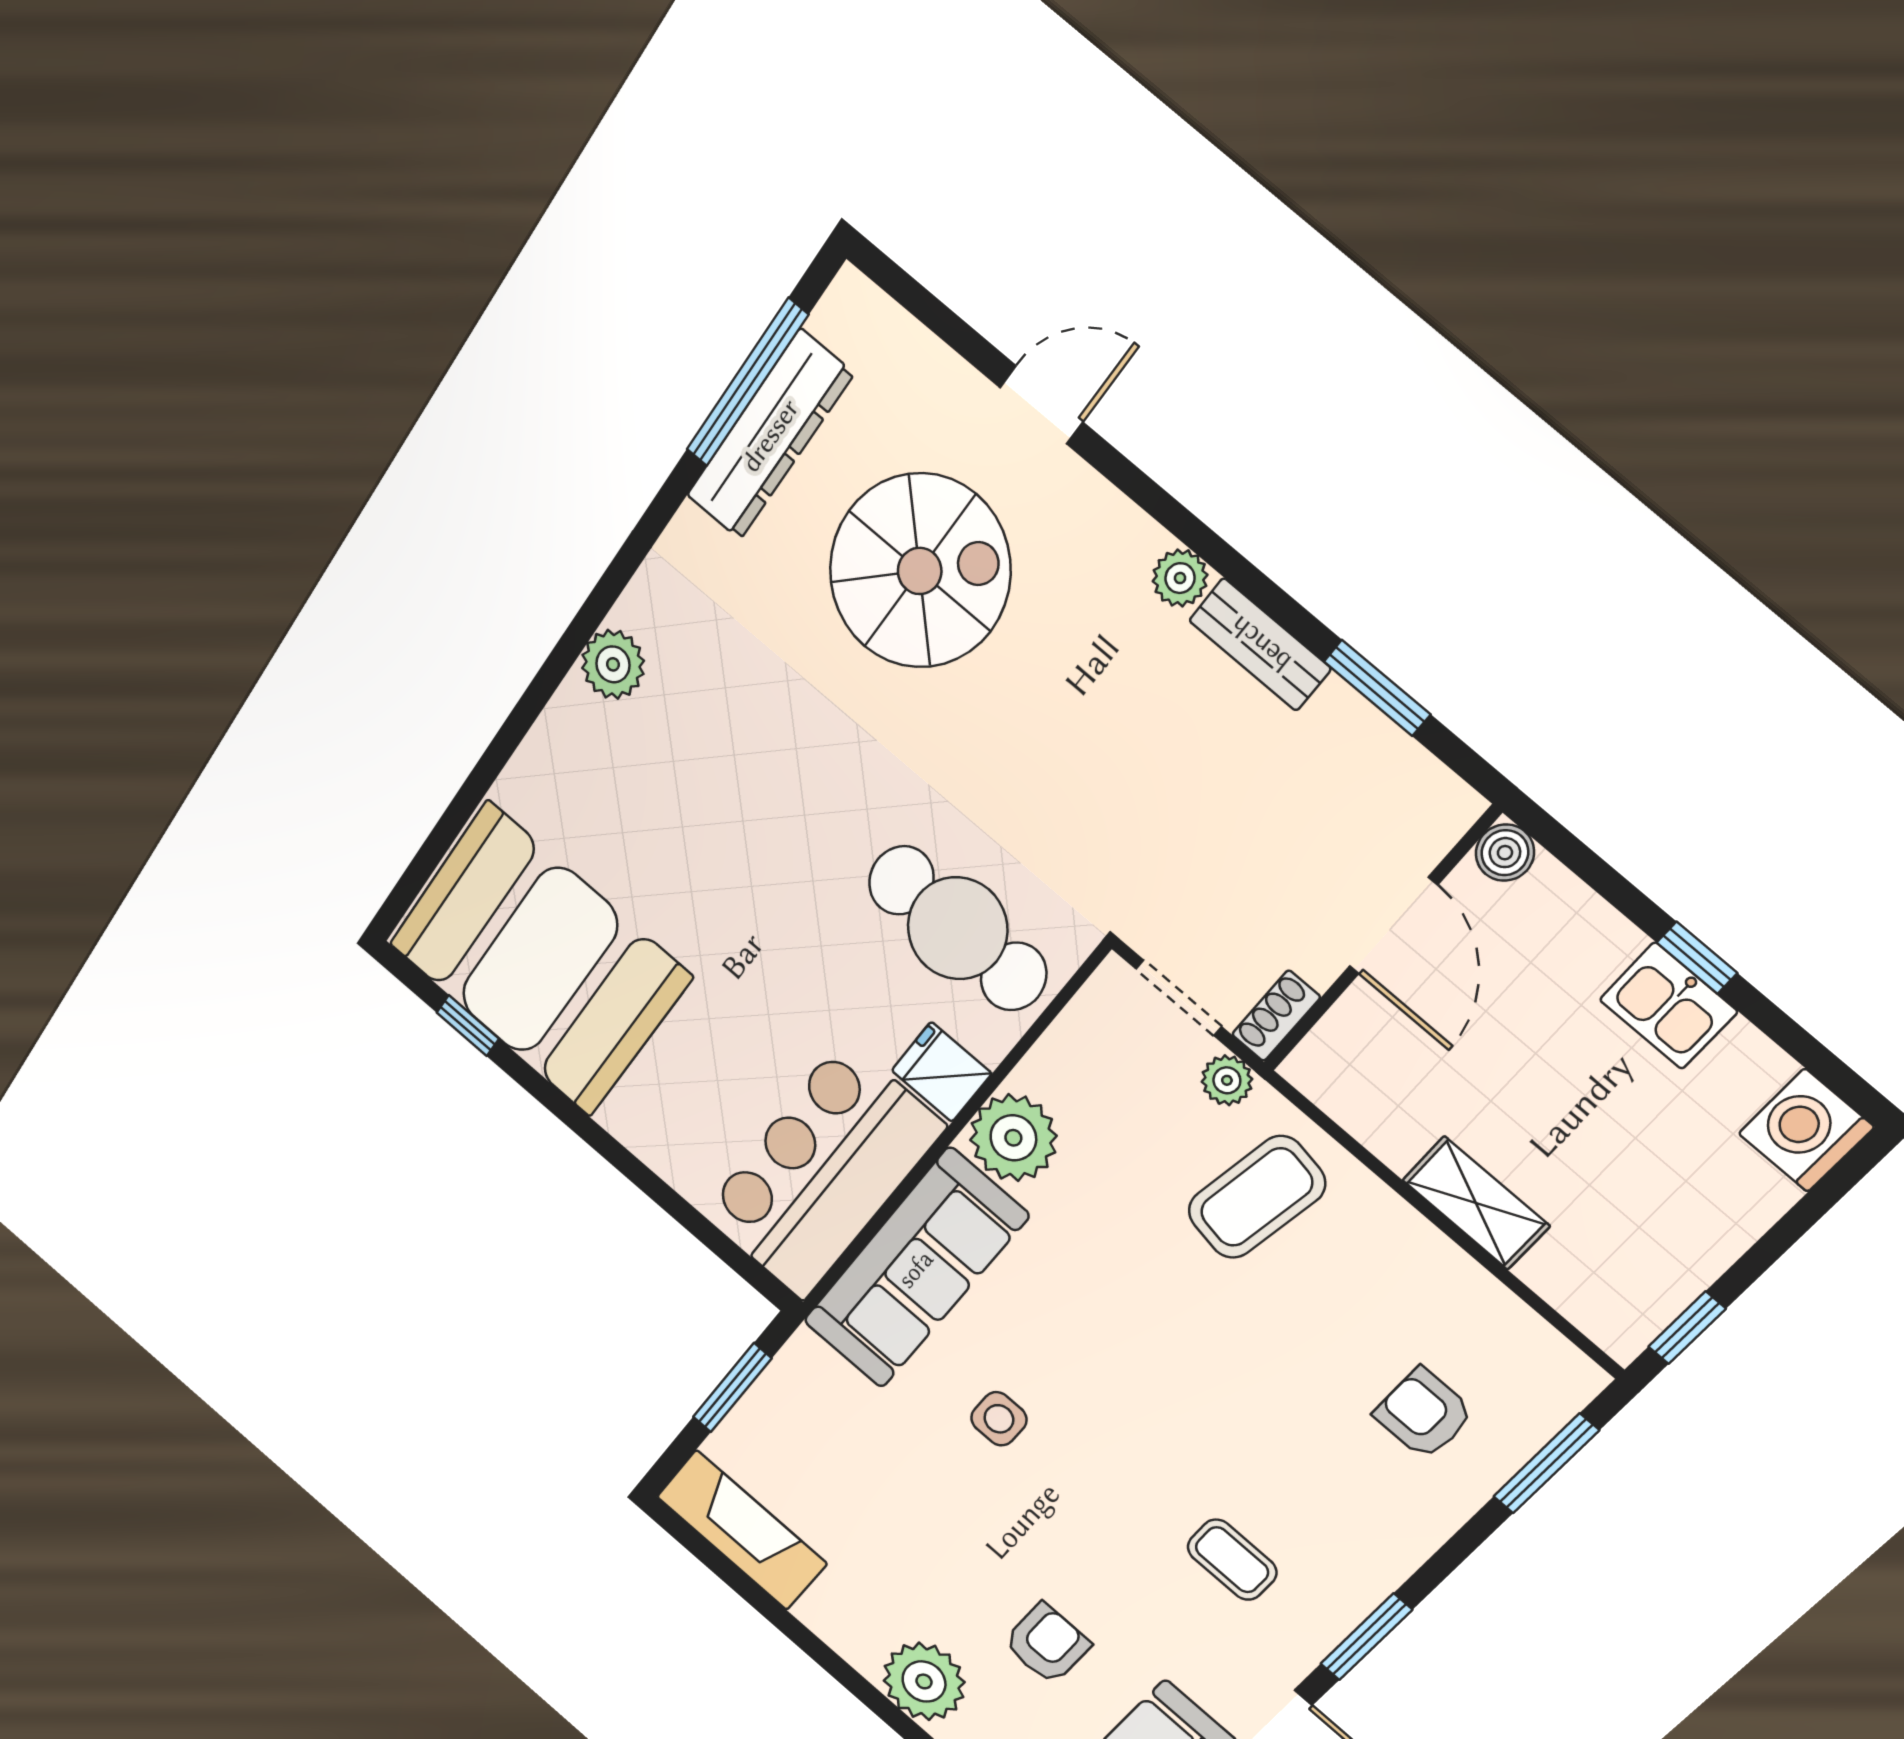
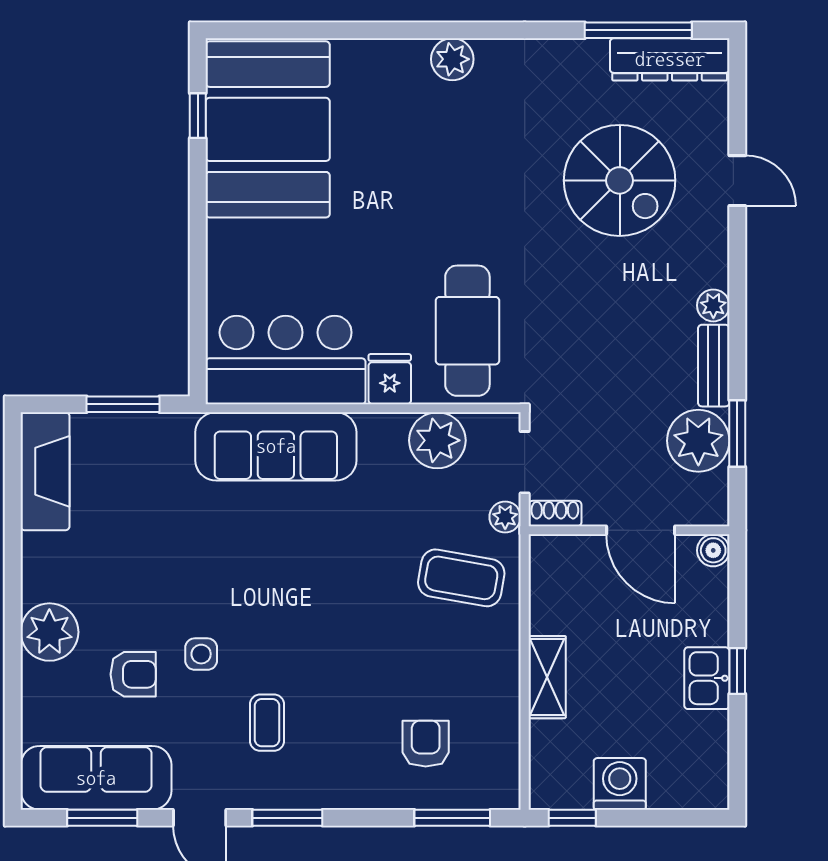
dresser: (770, 435) -> (670, 59), moved
plant: (1342, 750) -> (698, 441), added
door: (1393, 926) -> (641, 530), hinge flipped
washing machine: (1806, 1130) -> (620, 784), moved
plant: (1013, 1138) -> (437, 440), moved
side table: (999, 1419) -> (201, 654), moved

